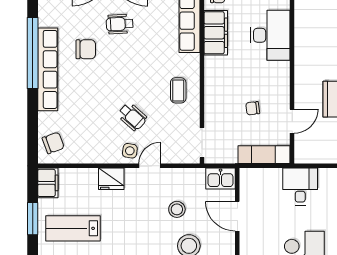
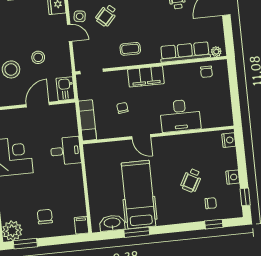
filing cabinet: (216, 33) -> (146, 77), moved
door: (292, 121) -> (141, 137), moved

